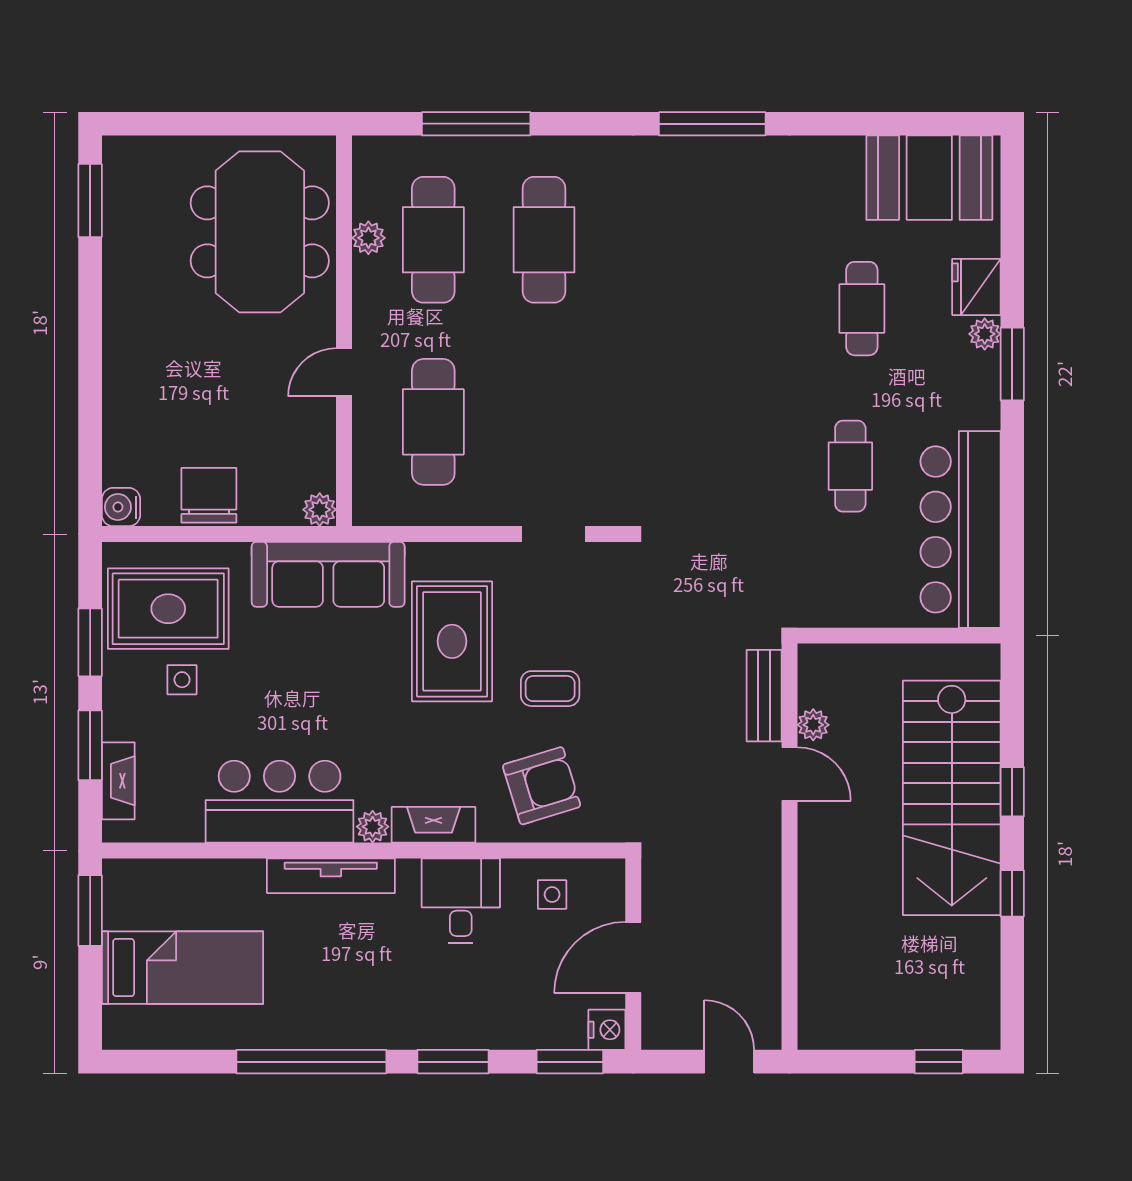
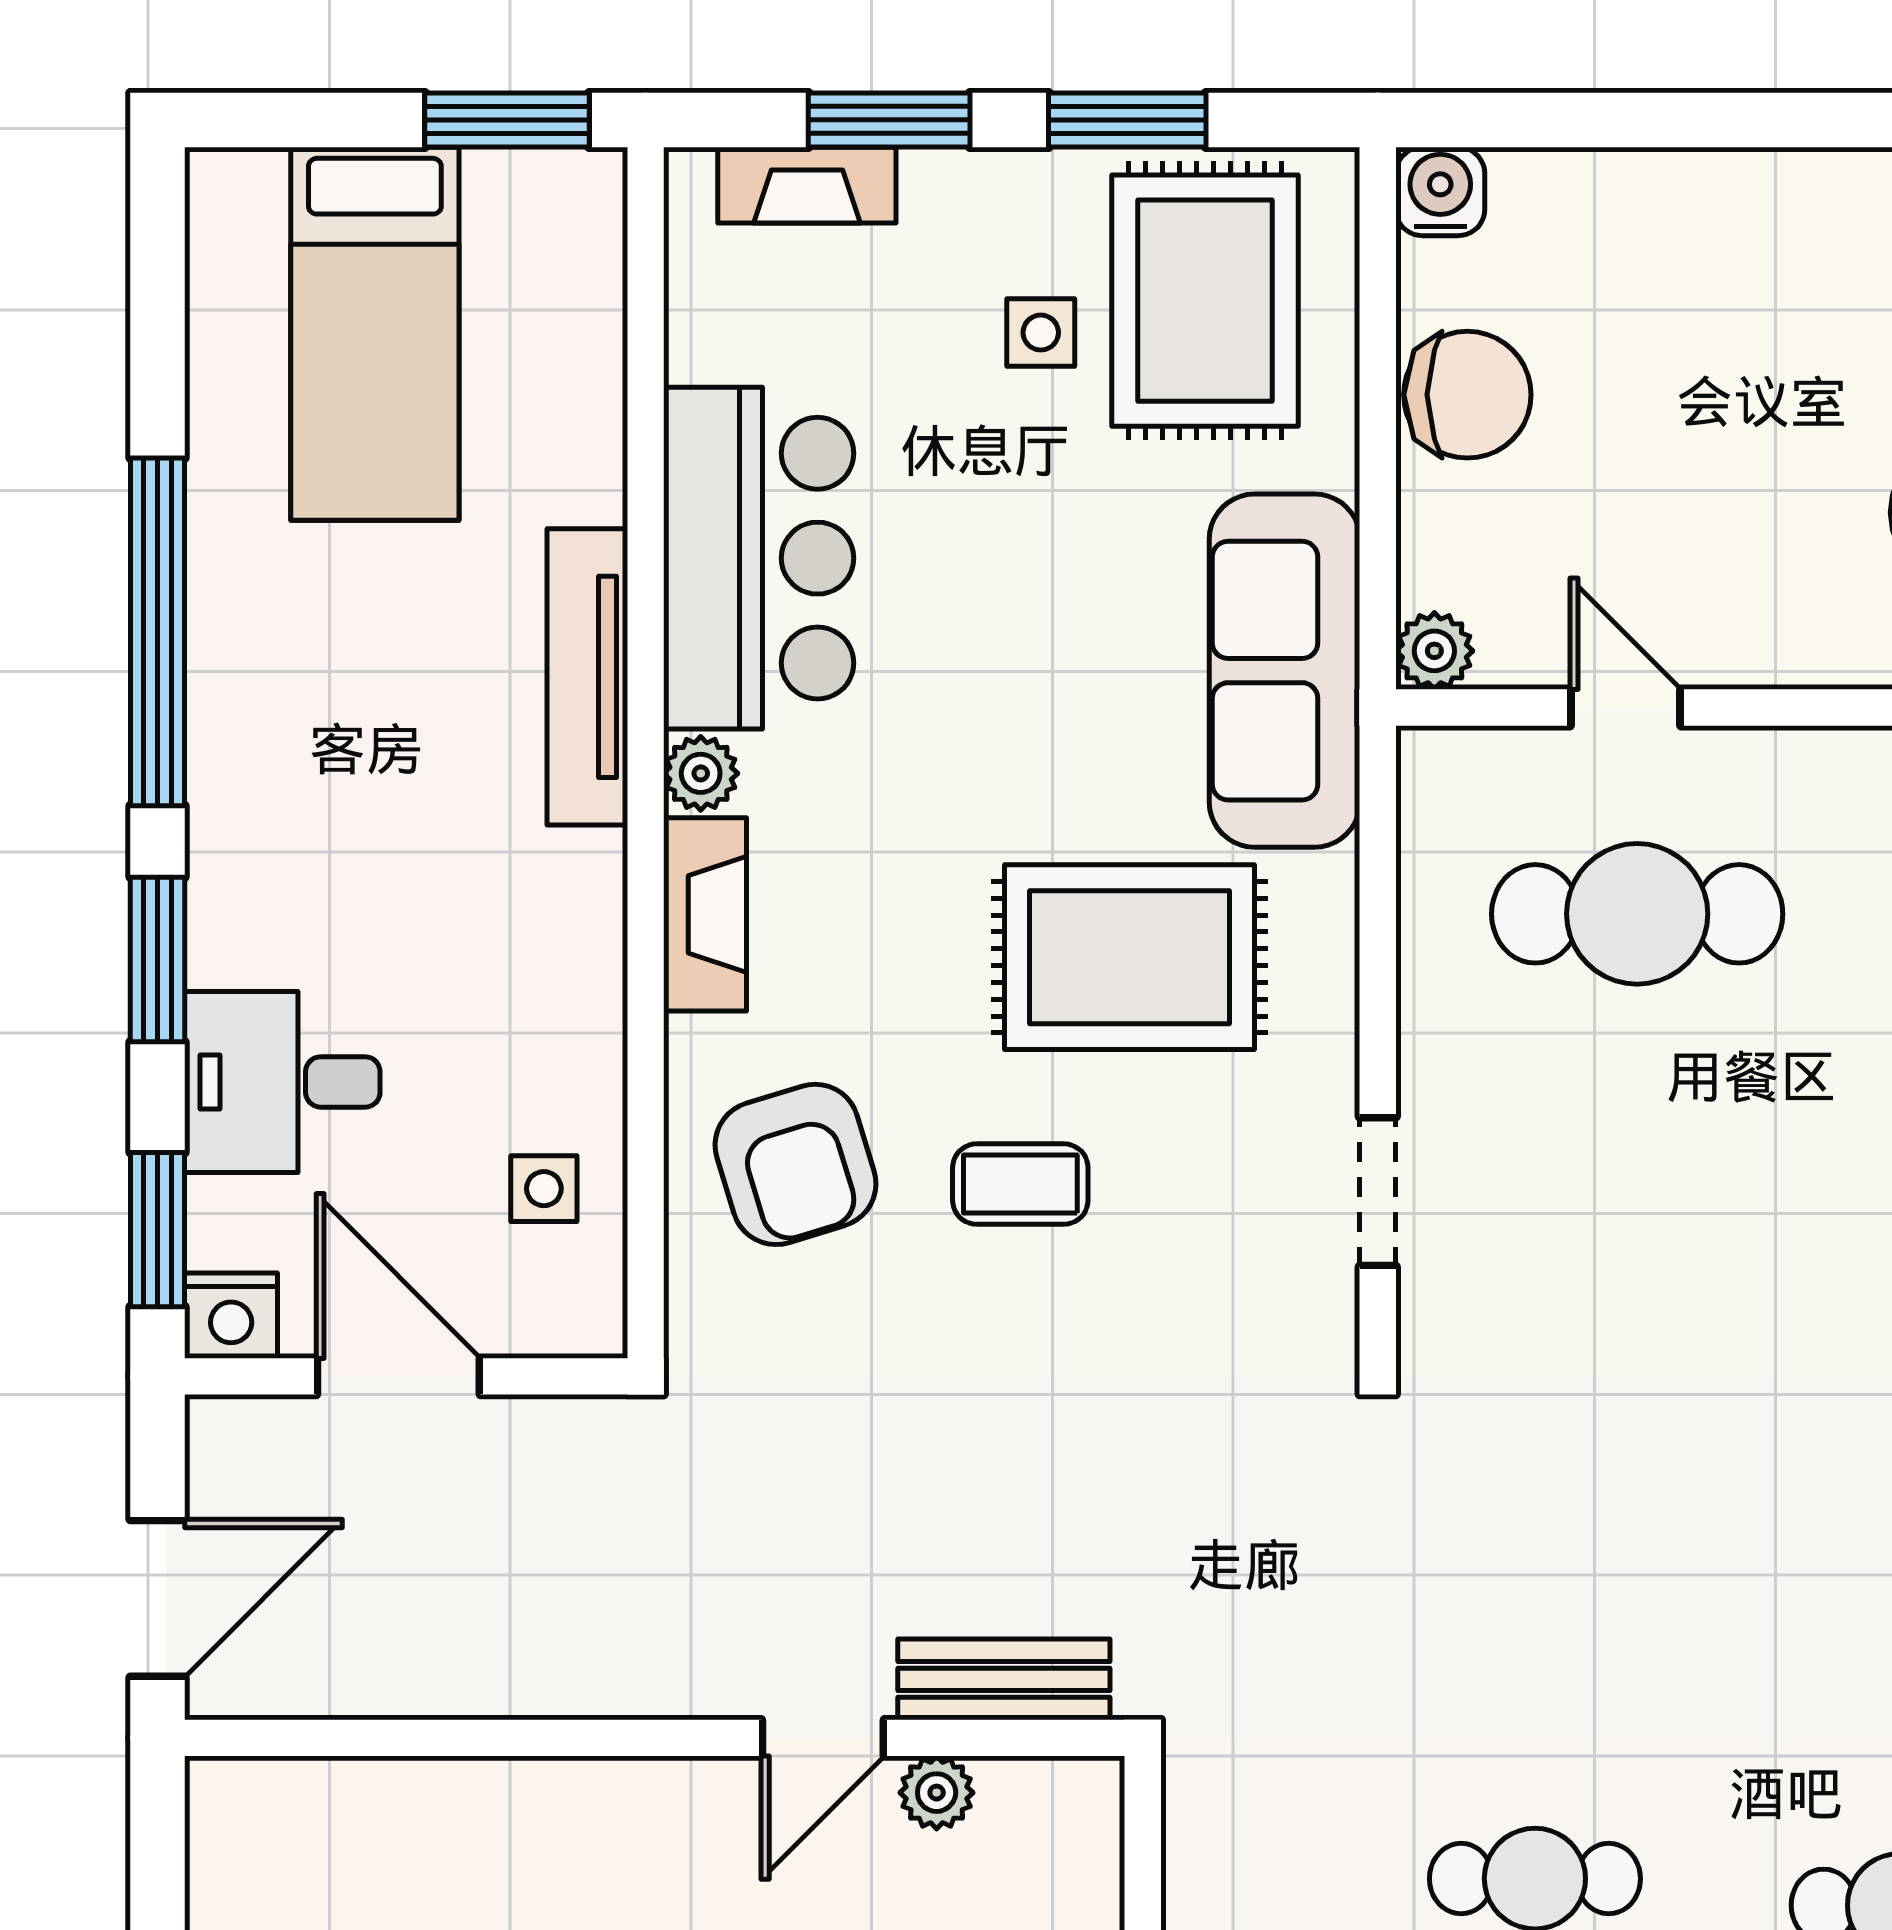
door: (344, 372) -> (1626, 707), moved
coffee table: (550, 689) -> (1020, 1184), turned 90
desk: (461, 901) -> (282, 1082), moved, turned 180
door: (729, 1062) -> (157, 1598), width x1.38

